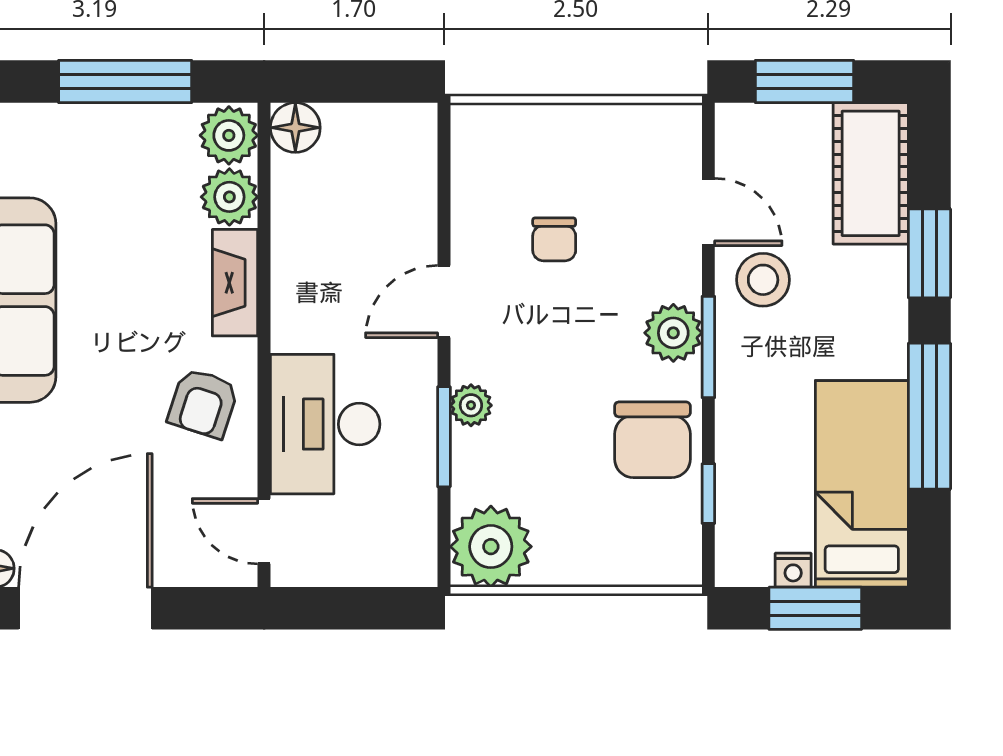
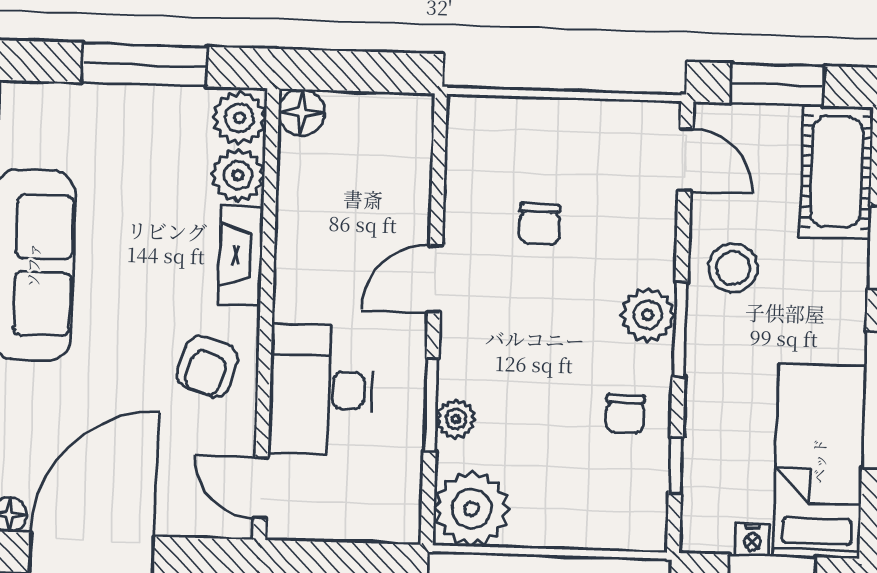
door: (708, 212) -> (685, 160), moved
plant: (471, 405) -> (456, 419), moved
chair: (652, 440) -> (625, 414), width x0.54, depth x0.54

